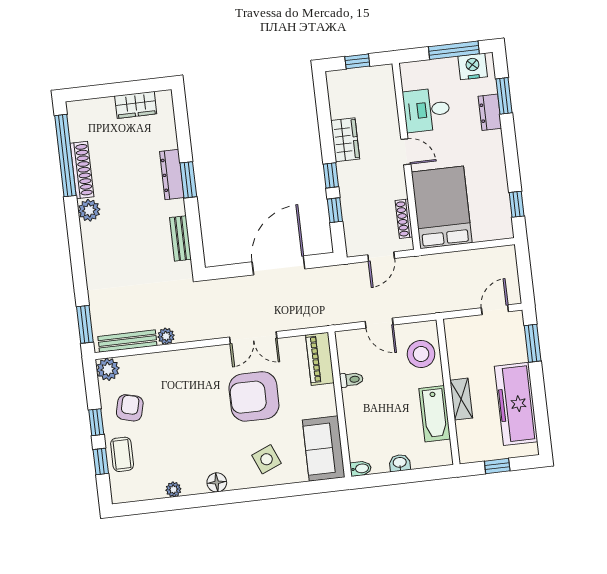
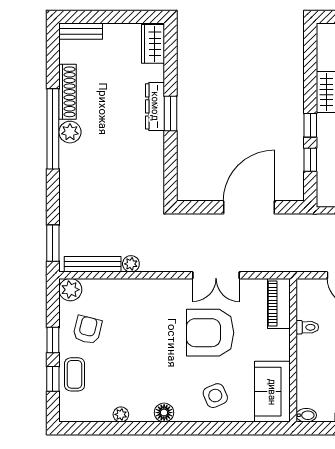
wardrobe: (136, 105) -> (153, 44), moved, turned 90
window: (65, 156) -> (53, 129), moved
bench: (180, 238) -> (81, 31), moved, turned 90

